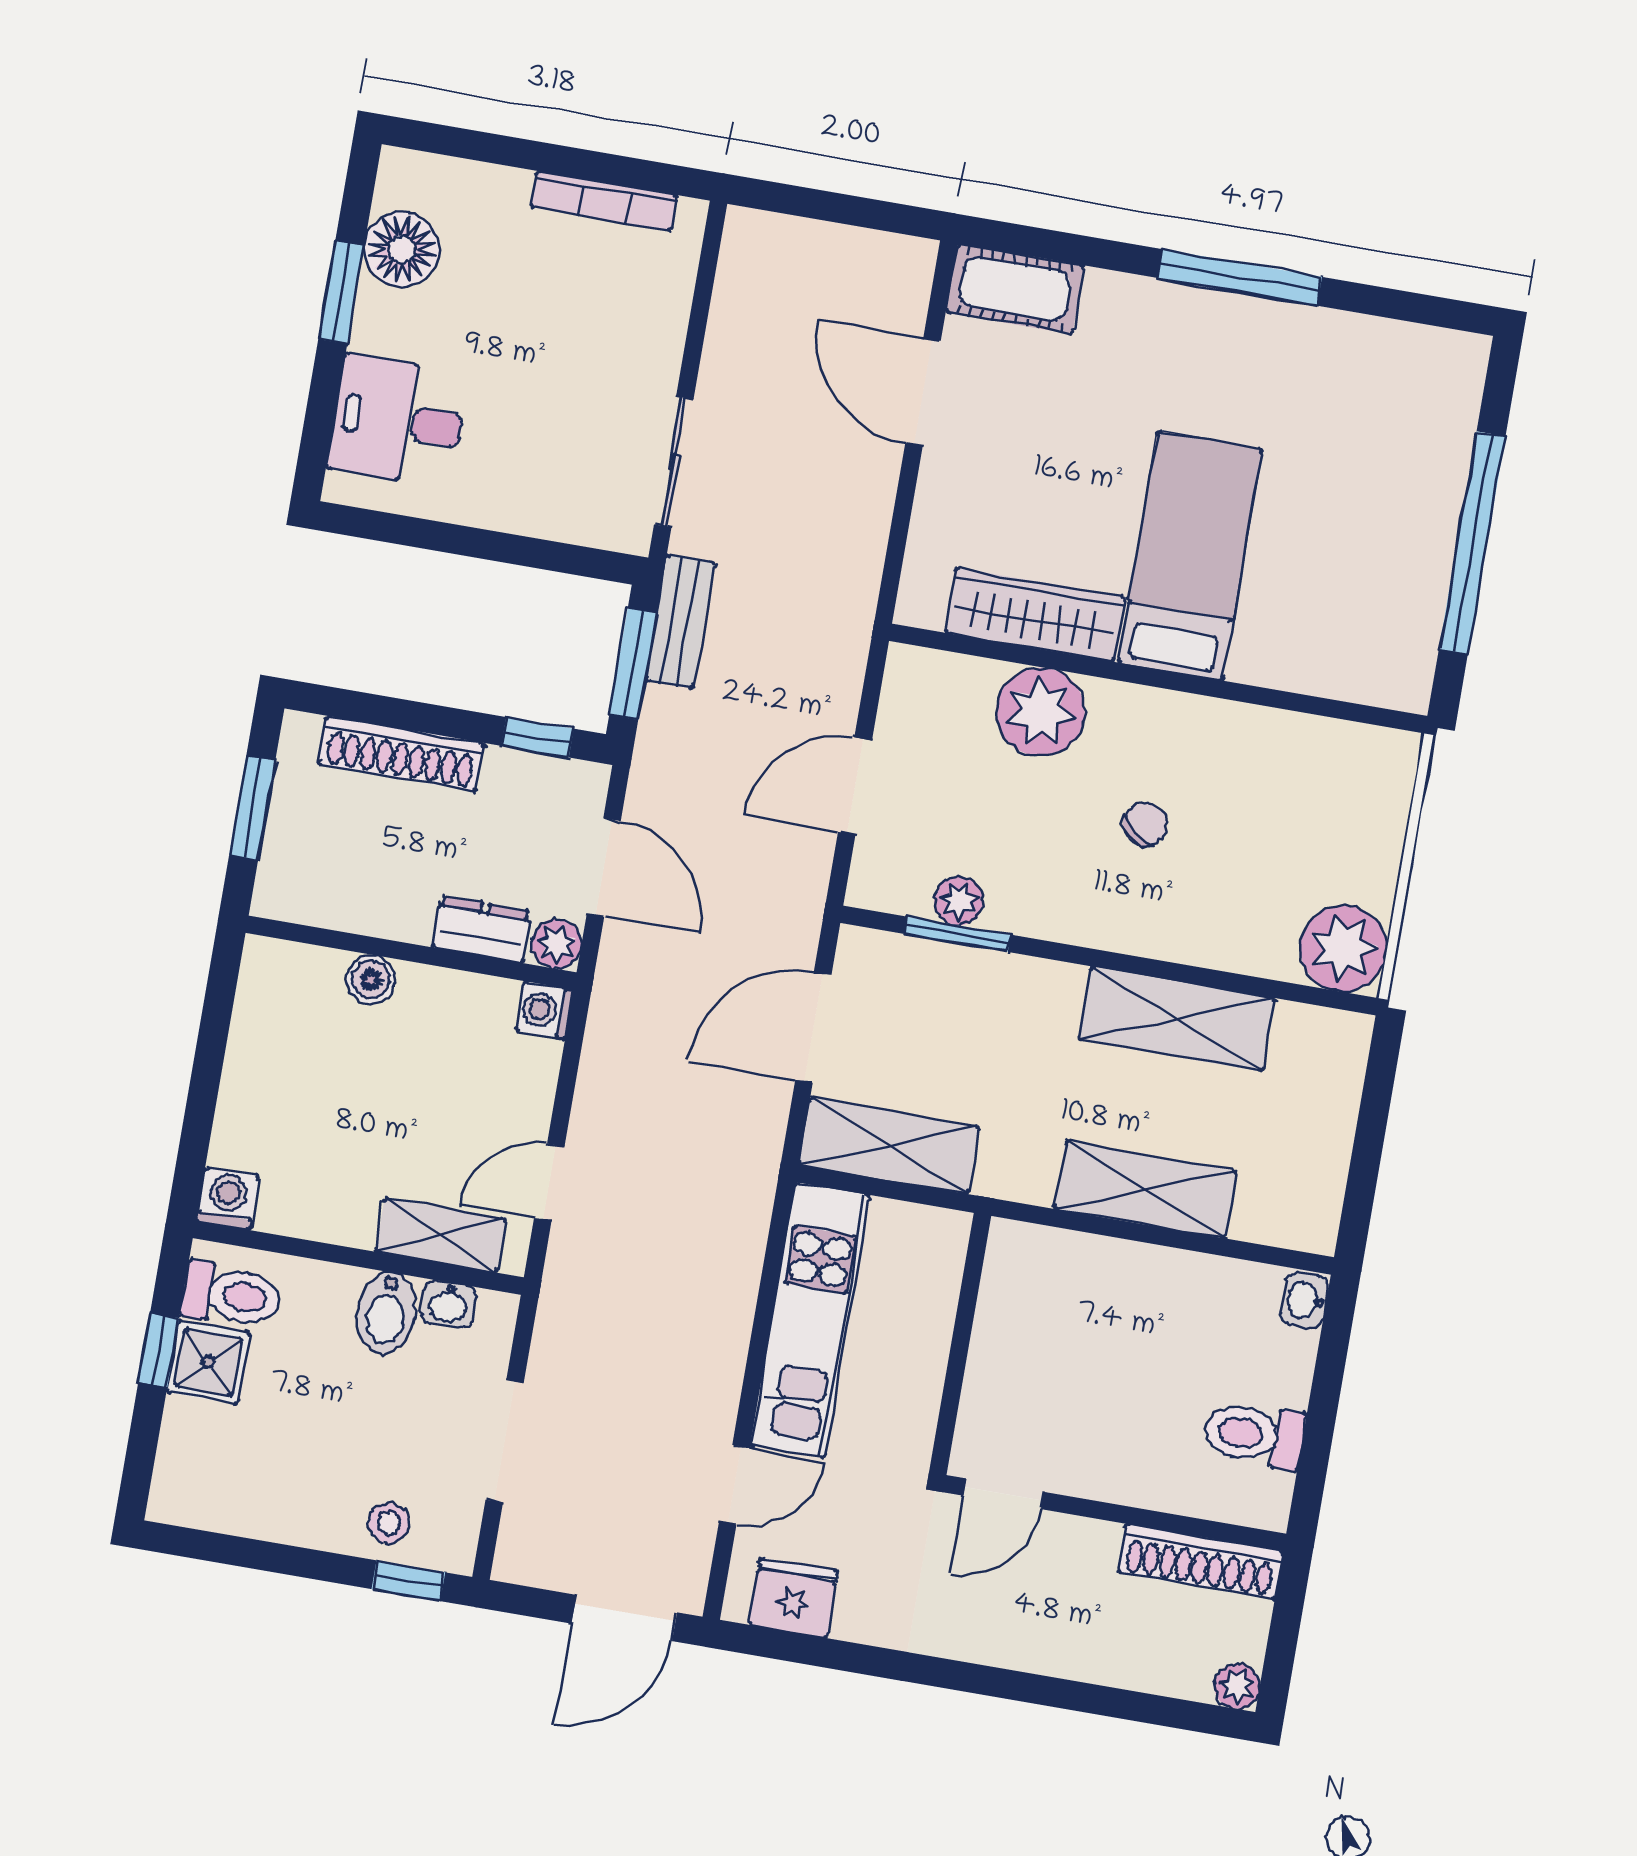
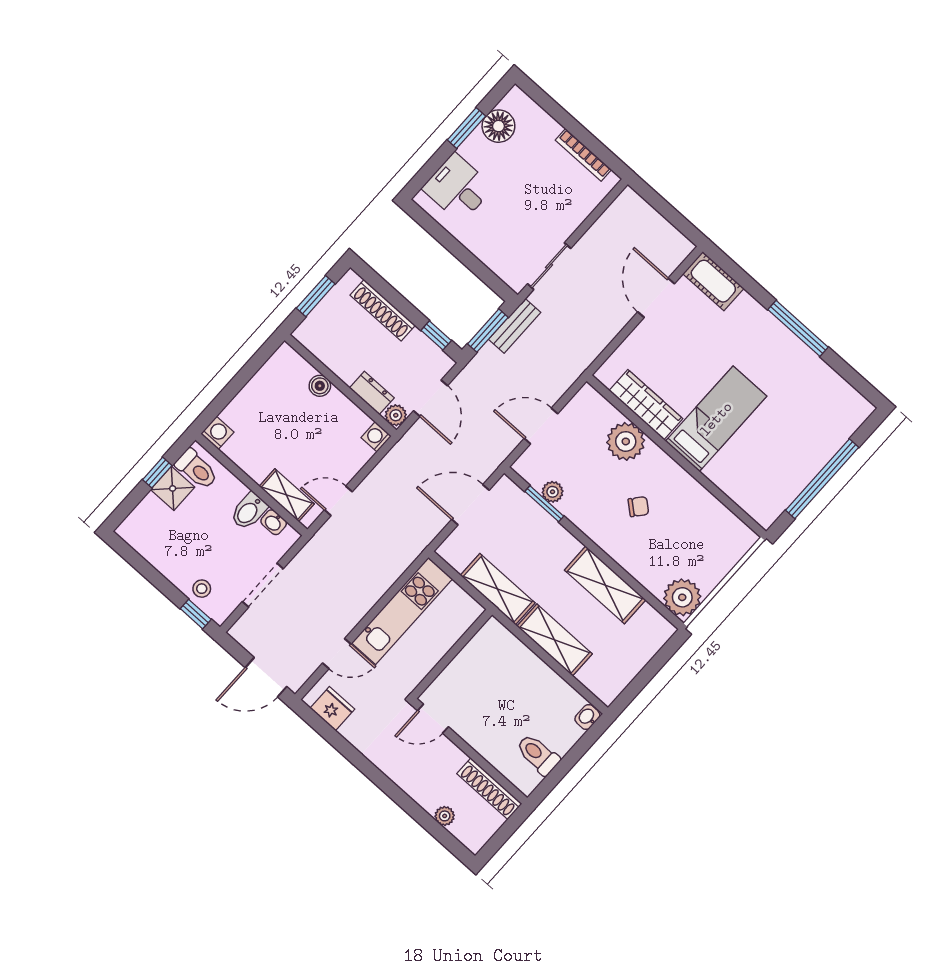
shelving: (889, 1146) -> (498, 589), moved
plant: (1237, 1686) -> (445, 816), moved

